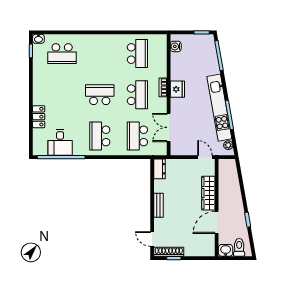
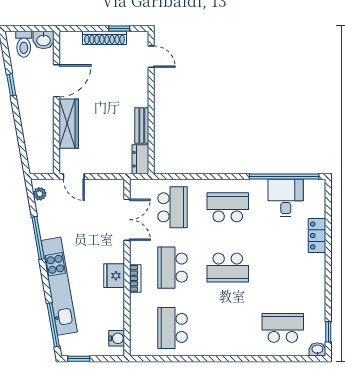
kitchen unit: (219, 108) -> (59, 286), moved
school desk: (100, 136) -> (228, 207), turned -90
bench: (158, 205) -> (142, 125), moved
shoe rack: (169, 252) -> (104, 38), moved

